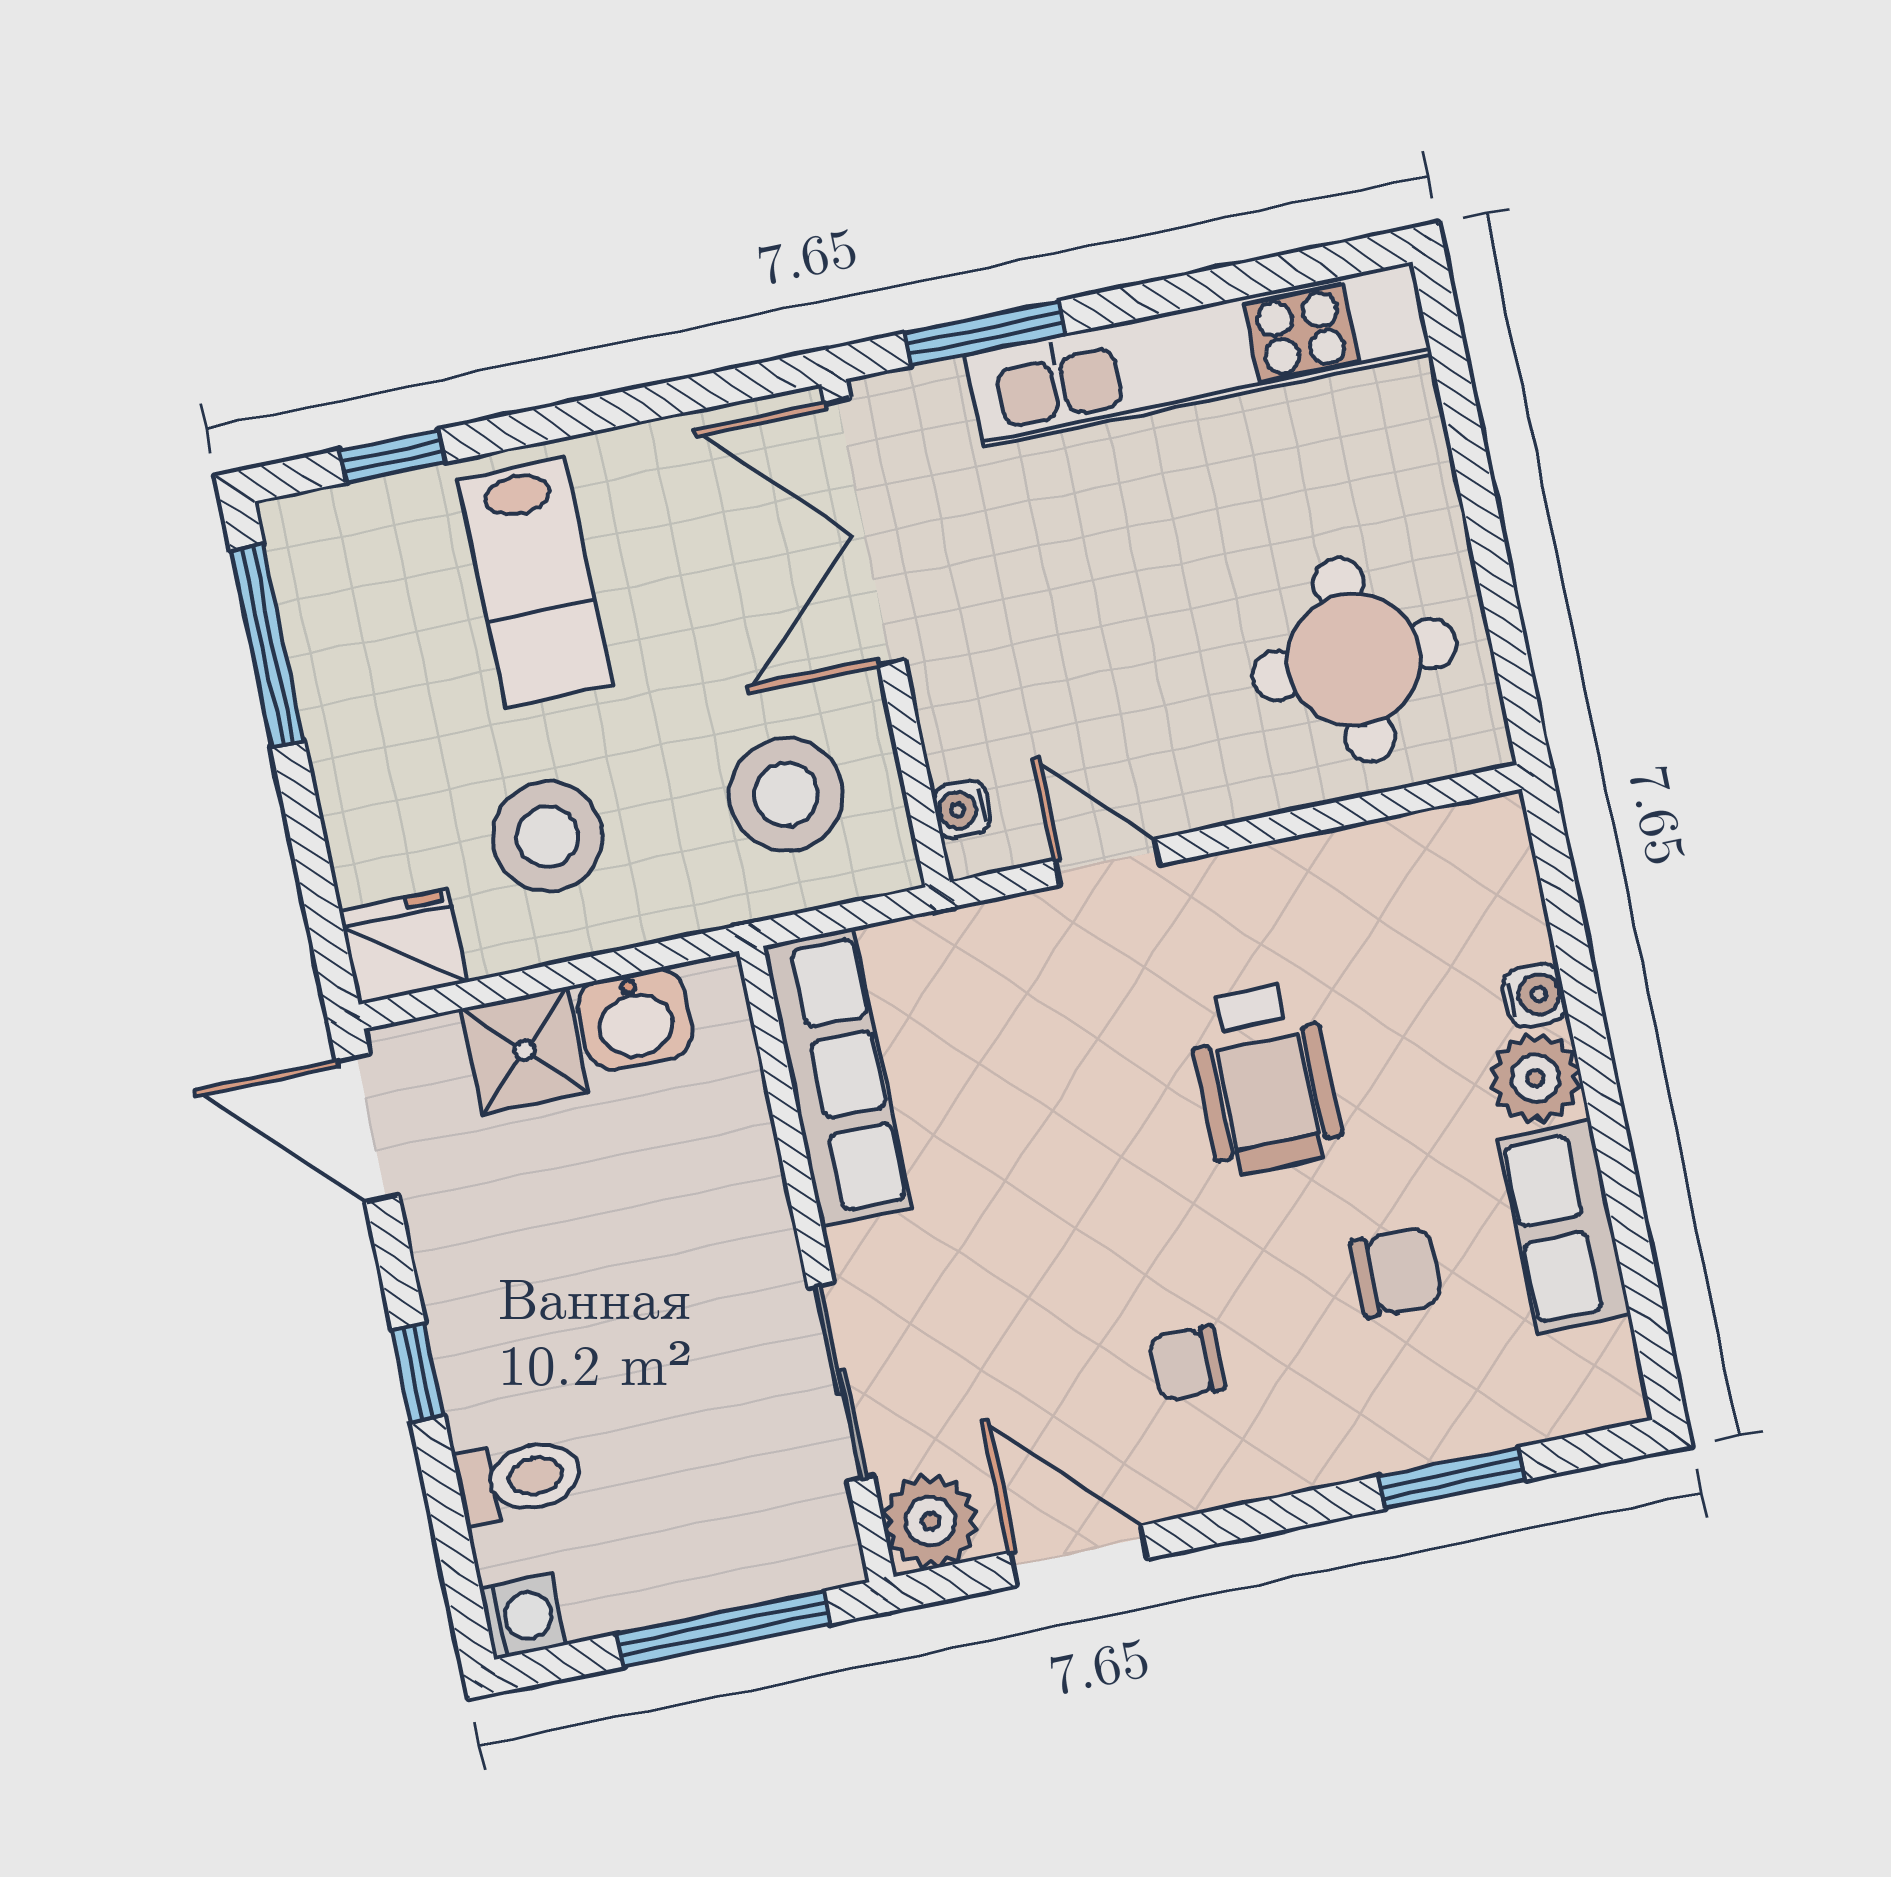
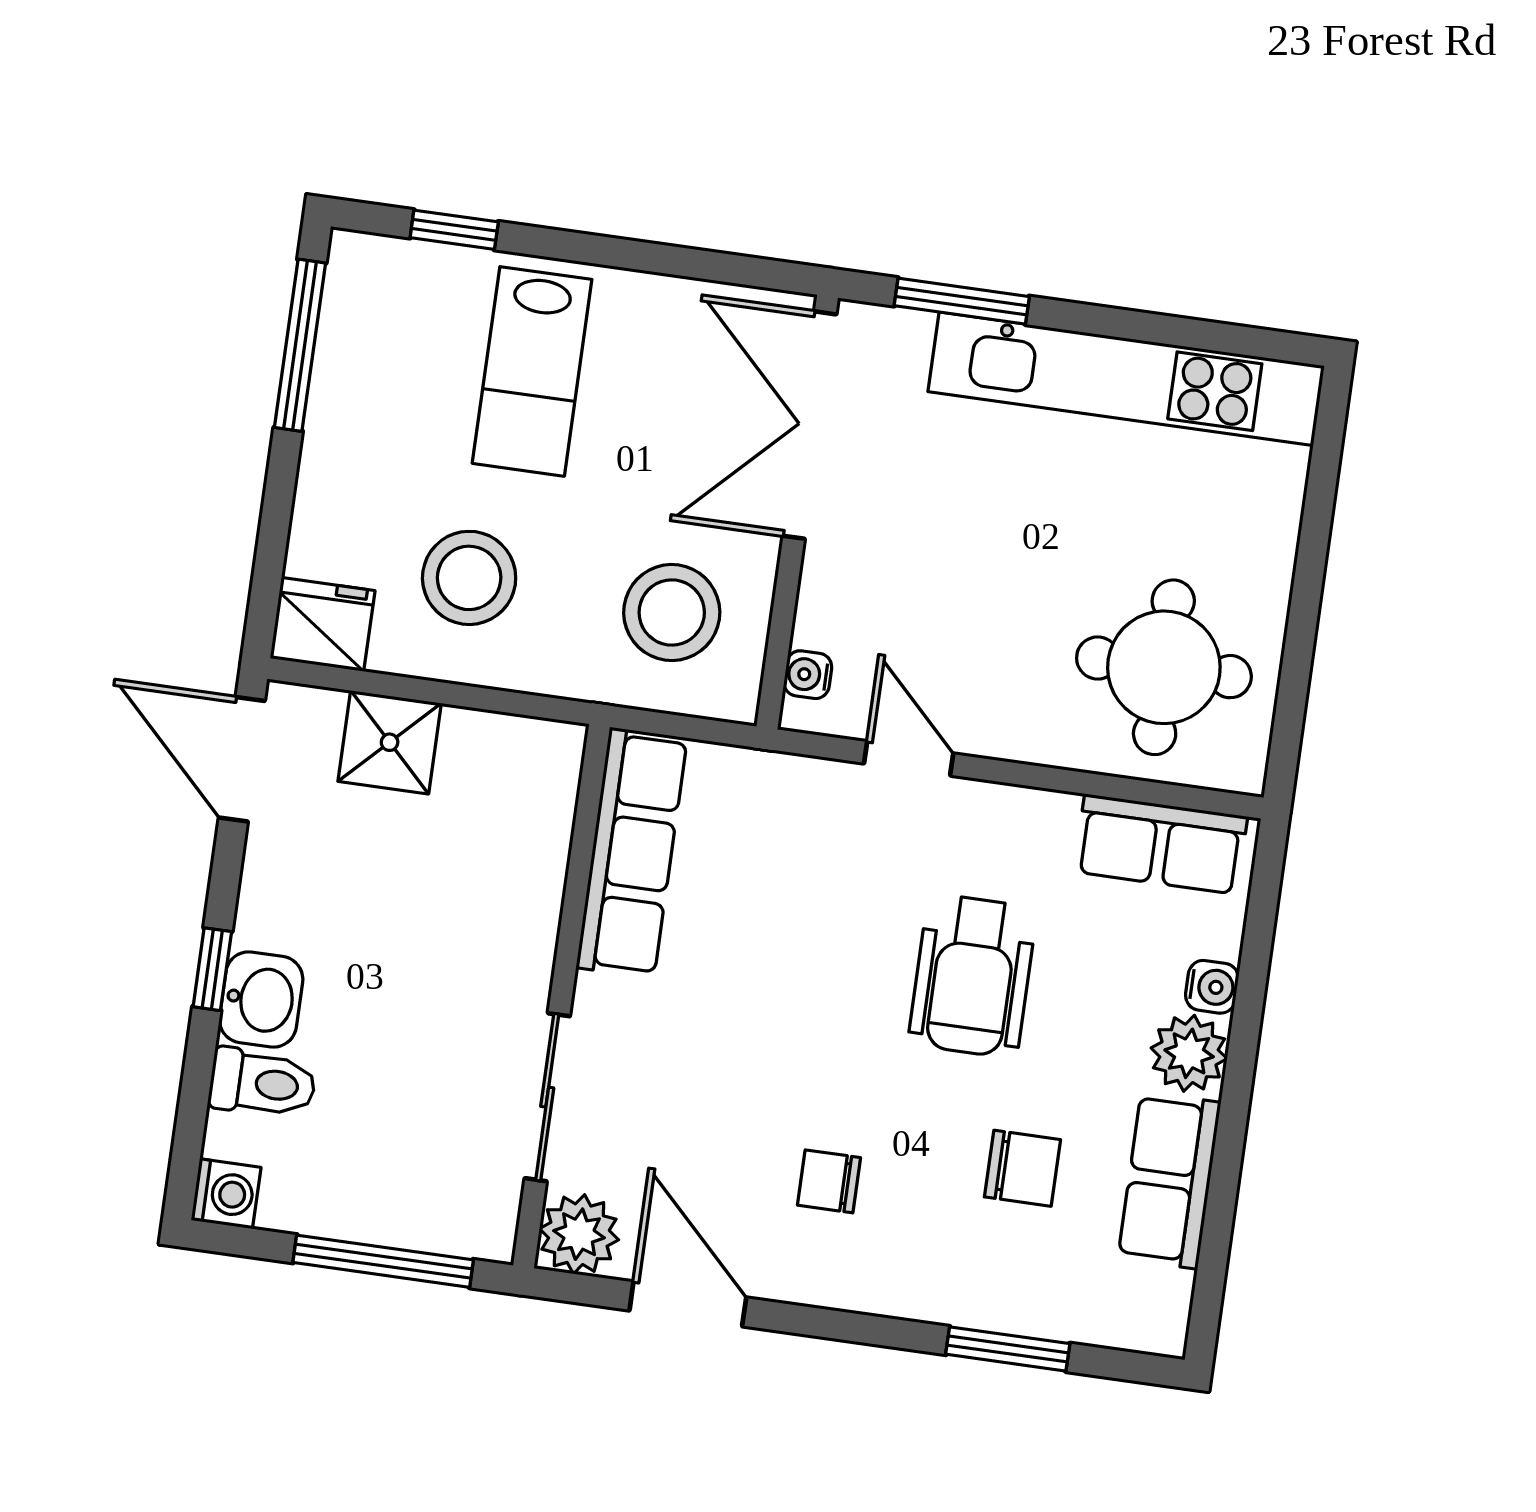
row of seats: (1421, 857) -> (1161, 844), added
washbasin: (635, 1019) -> (261, 999), moved, turned -90

